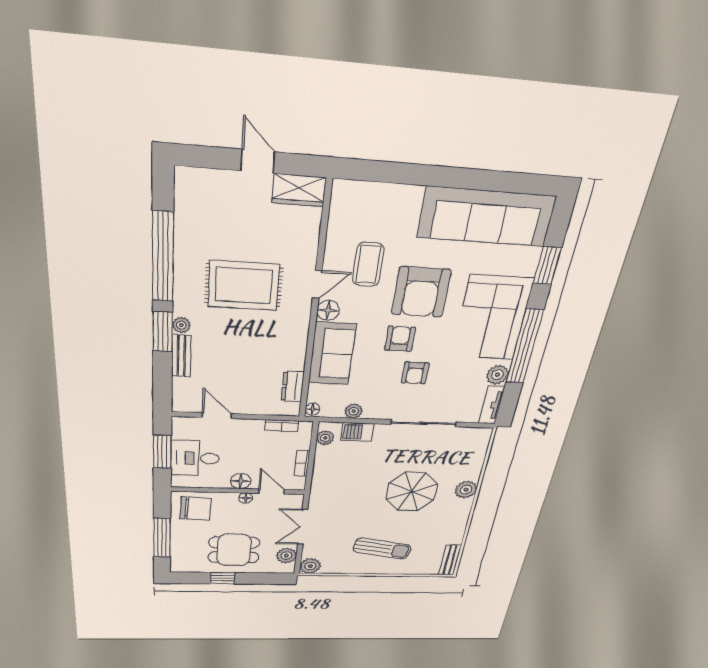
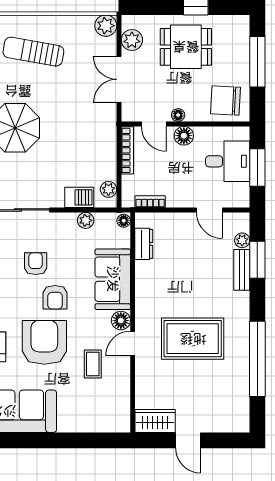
coffee table: (368, 265) -> (93, 364), width x0.73, depth x0.77
plant: (181, 325) -> (242, 240), moved
window: (163, 332) -> (257, 260), moved
bookcase: (302, 463) -> (127, 150), width x1.56
double door: (303, 527) -> (119, 79), swing flipped

